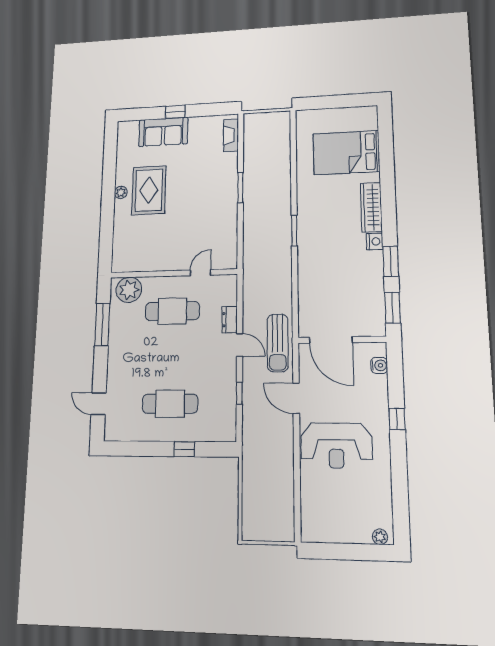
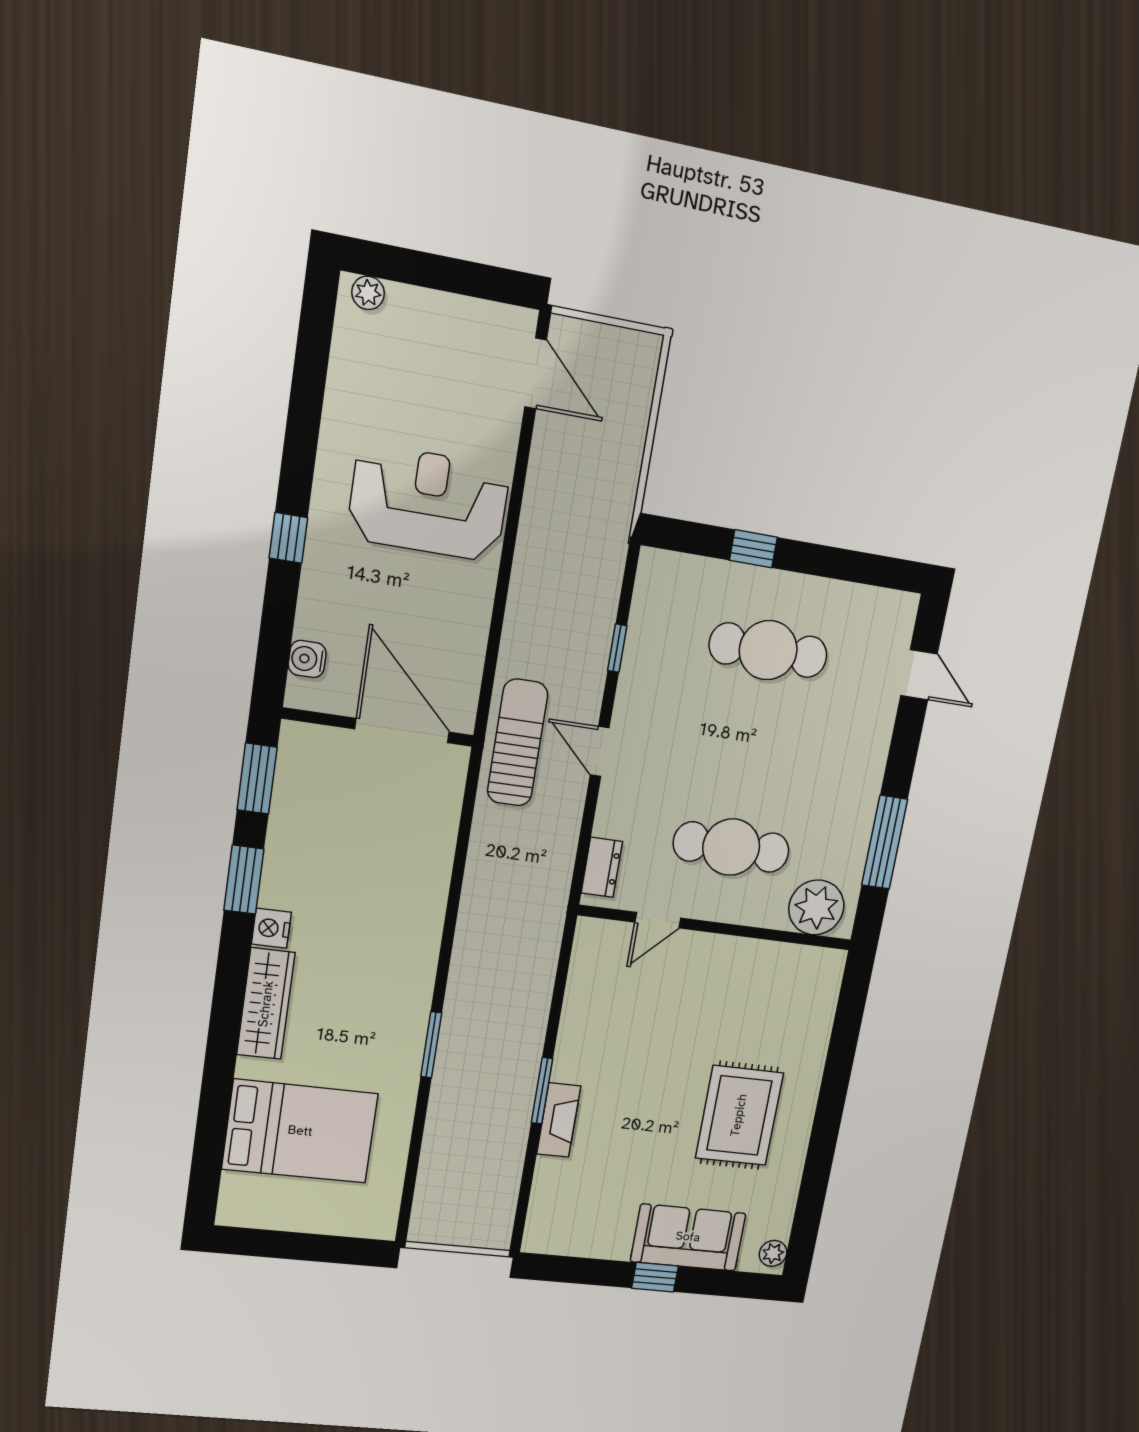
fireplace: (231, 135) -> (559, 1120), moved
plant: (121, 192) -> (773, 1253), moved
window: (294, 231) -> (431, 1045), moved
dresser: (230, 320) -> (602, 867), moved
door: (296, 398) -> (536, 373), moved

